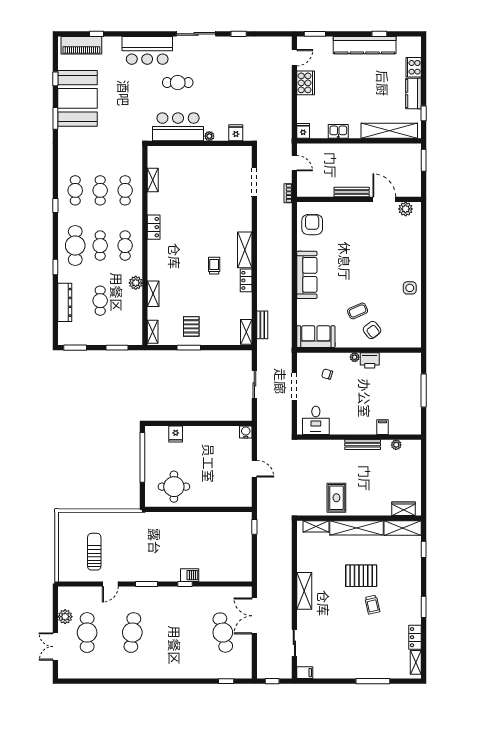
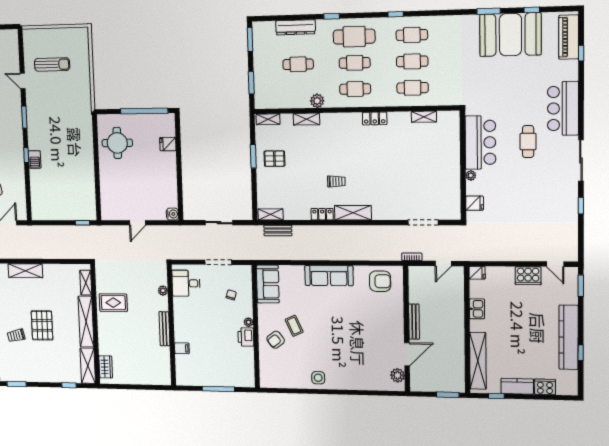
plant: (396, 445) -> (163, 291), moved

